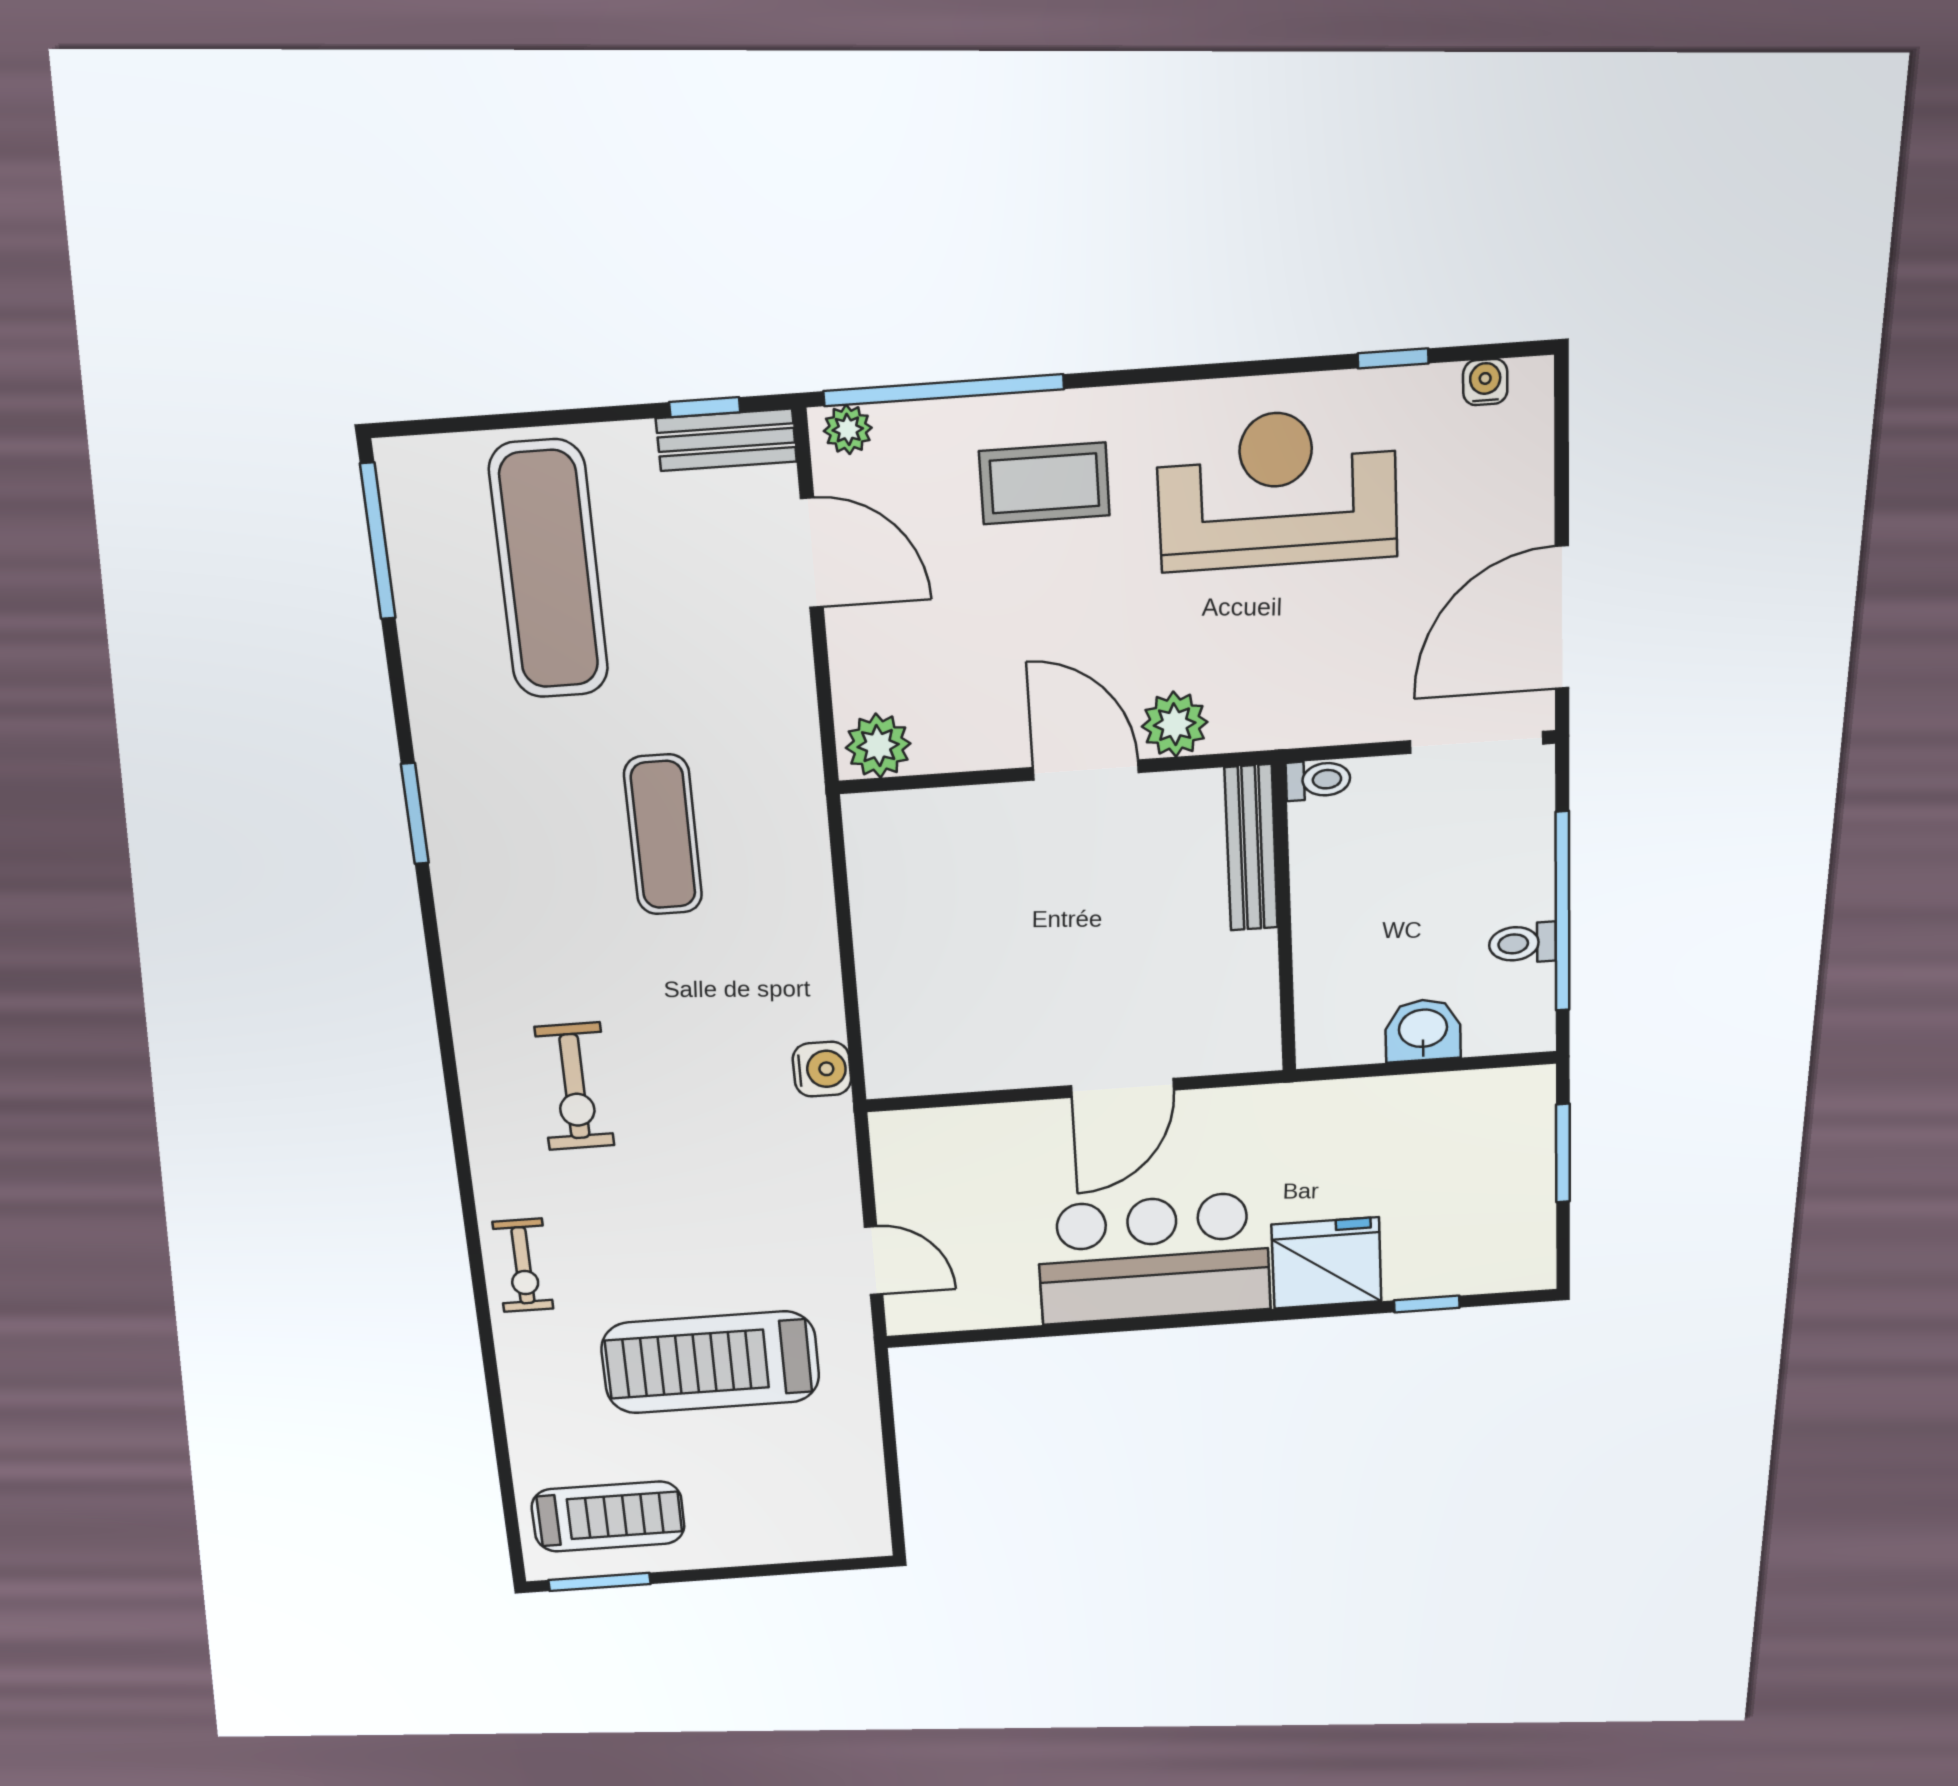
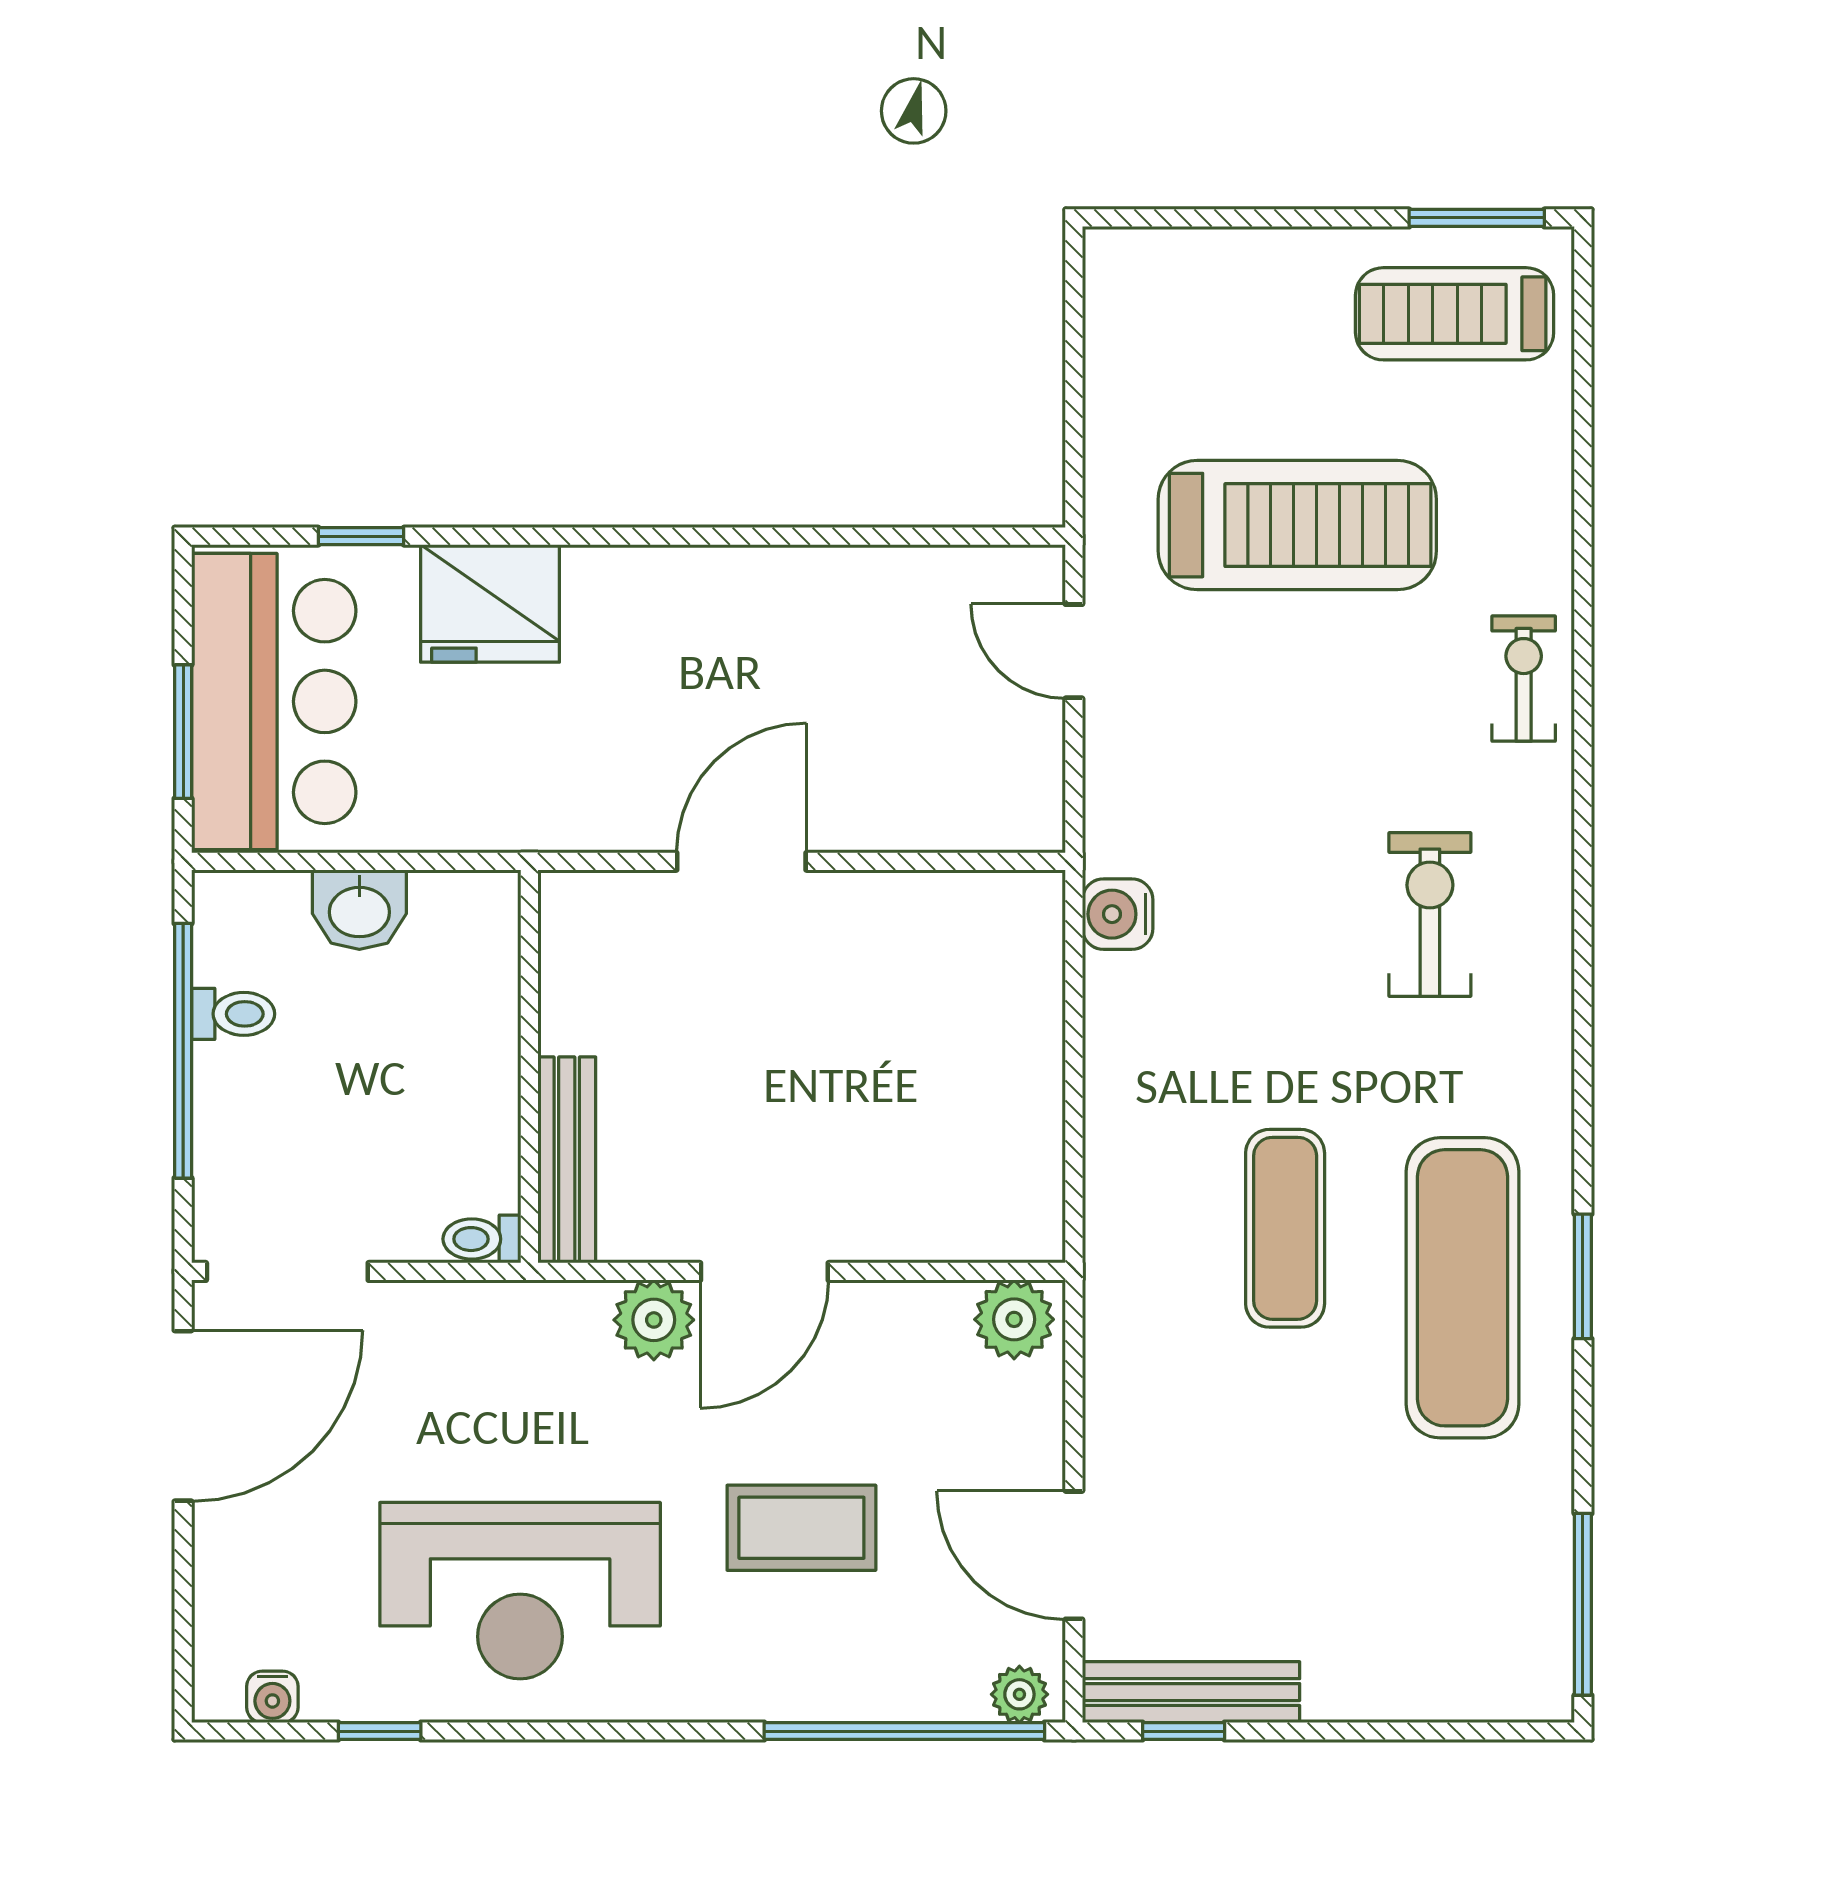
bench: (726, 440) -> (1191, 1692), width x1.36
coffee table: (1044, 483) -> (801, 1528), moved
exercise mat: (549, 570) -> (1462, 1288), moved
door: (1086, 770) -> (764, 1271), hinge flipped
bar counter: (1154, 1258) -> (274, 701), moved, turned -90

